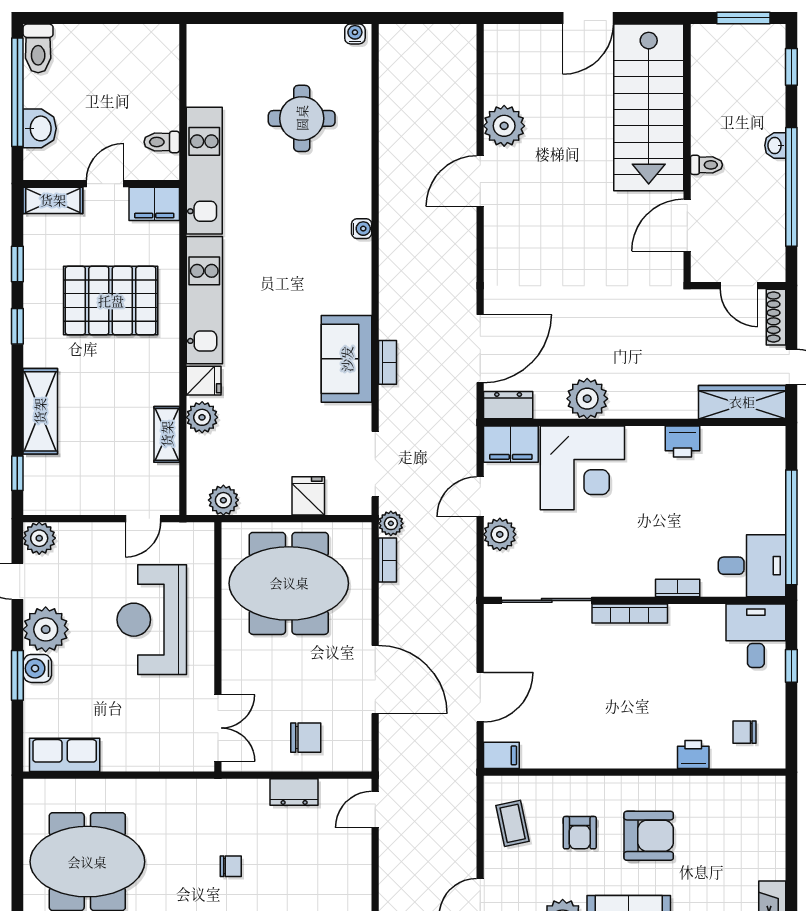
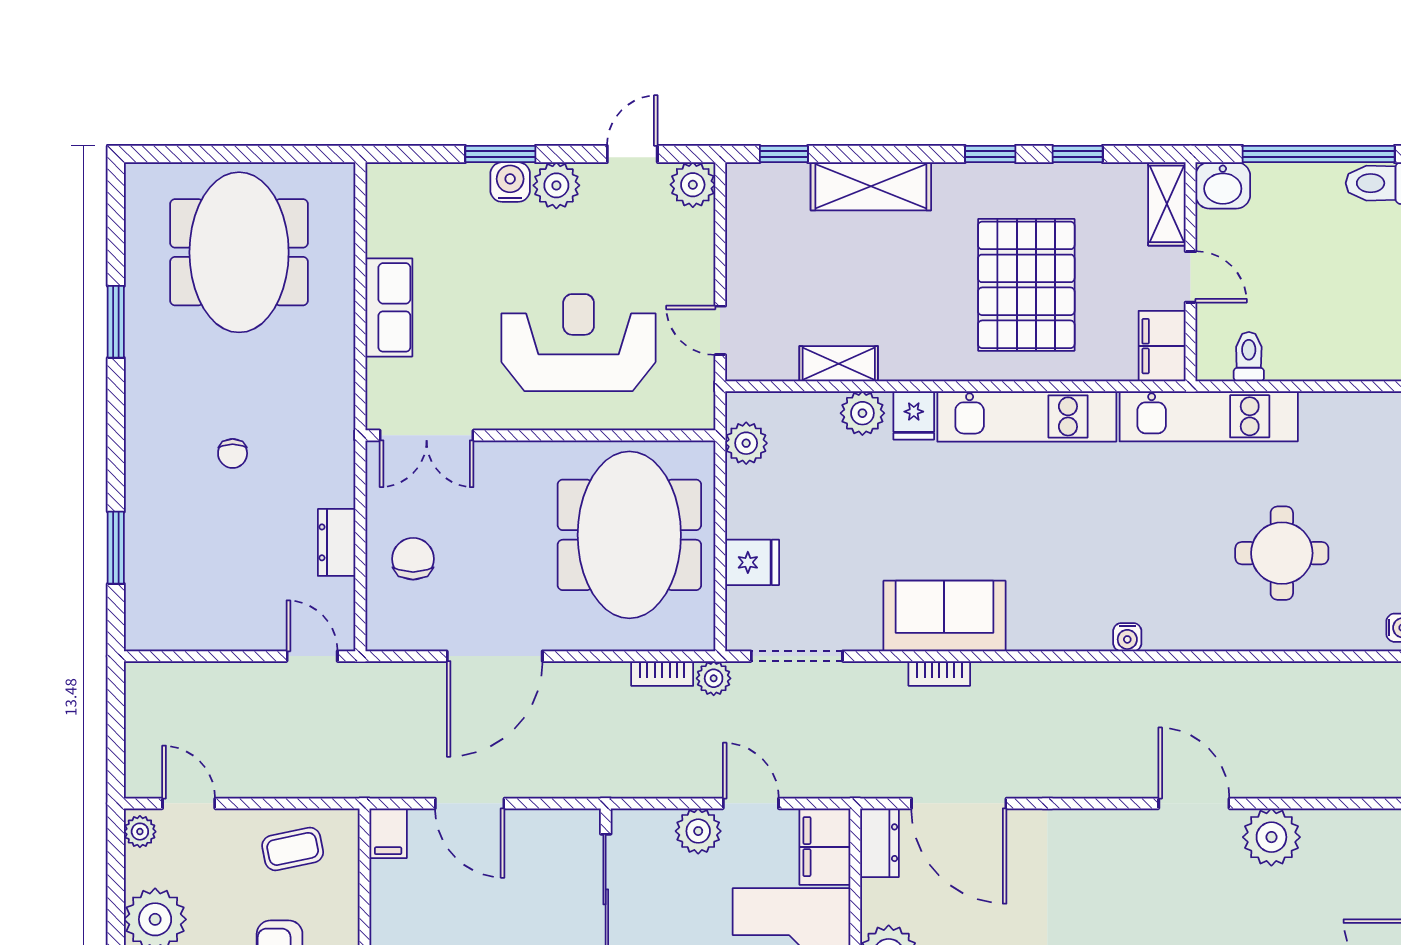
washbasin: (40, 128) -> (1223, 185), moved
plant: (46, 629) -> (556, 185), width x0.73, depth x0.73
chair: (306, 738) -> (413, 559), turned 180
row of seats: (65, 755) -> (389, 307), moved

